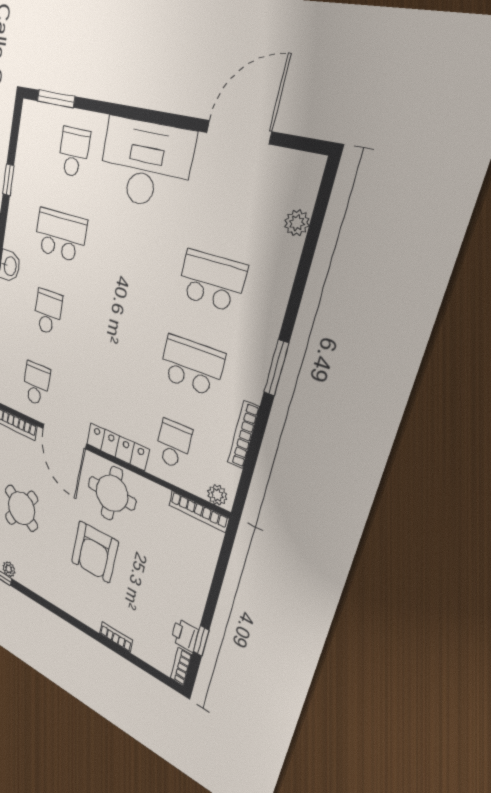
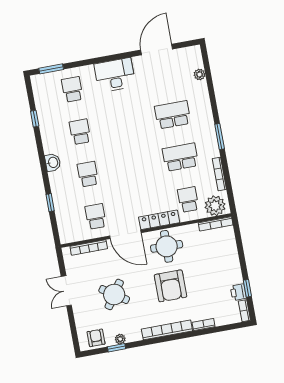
desk: (145, 164) -> (115, 75), width x0.73, depth x0.77
school desk: (60, 235) -> (80, 132), width x0.54
plant: (217, 495) -> (215, 206), width x1.88, depth x1.88
bookcase: (67, 604) -> (167, 330), added

